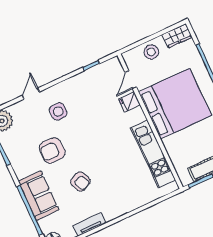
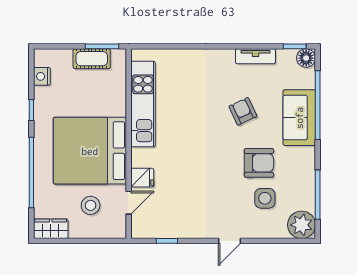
stool: (151, 52) -> (91, 205), moved
door: (31, 94) -> (229, 241), moved
side table: (58, 112) -> (265, 198), moved

